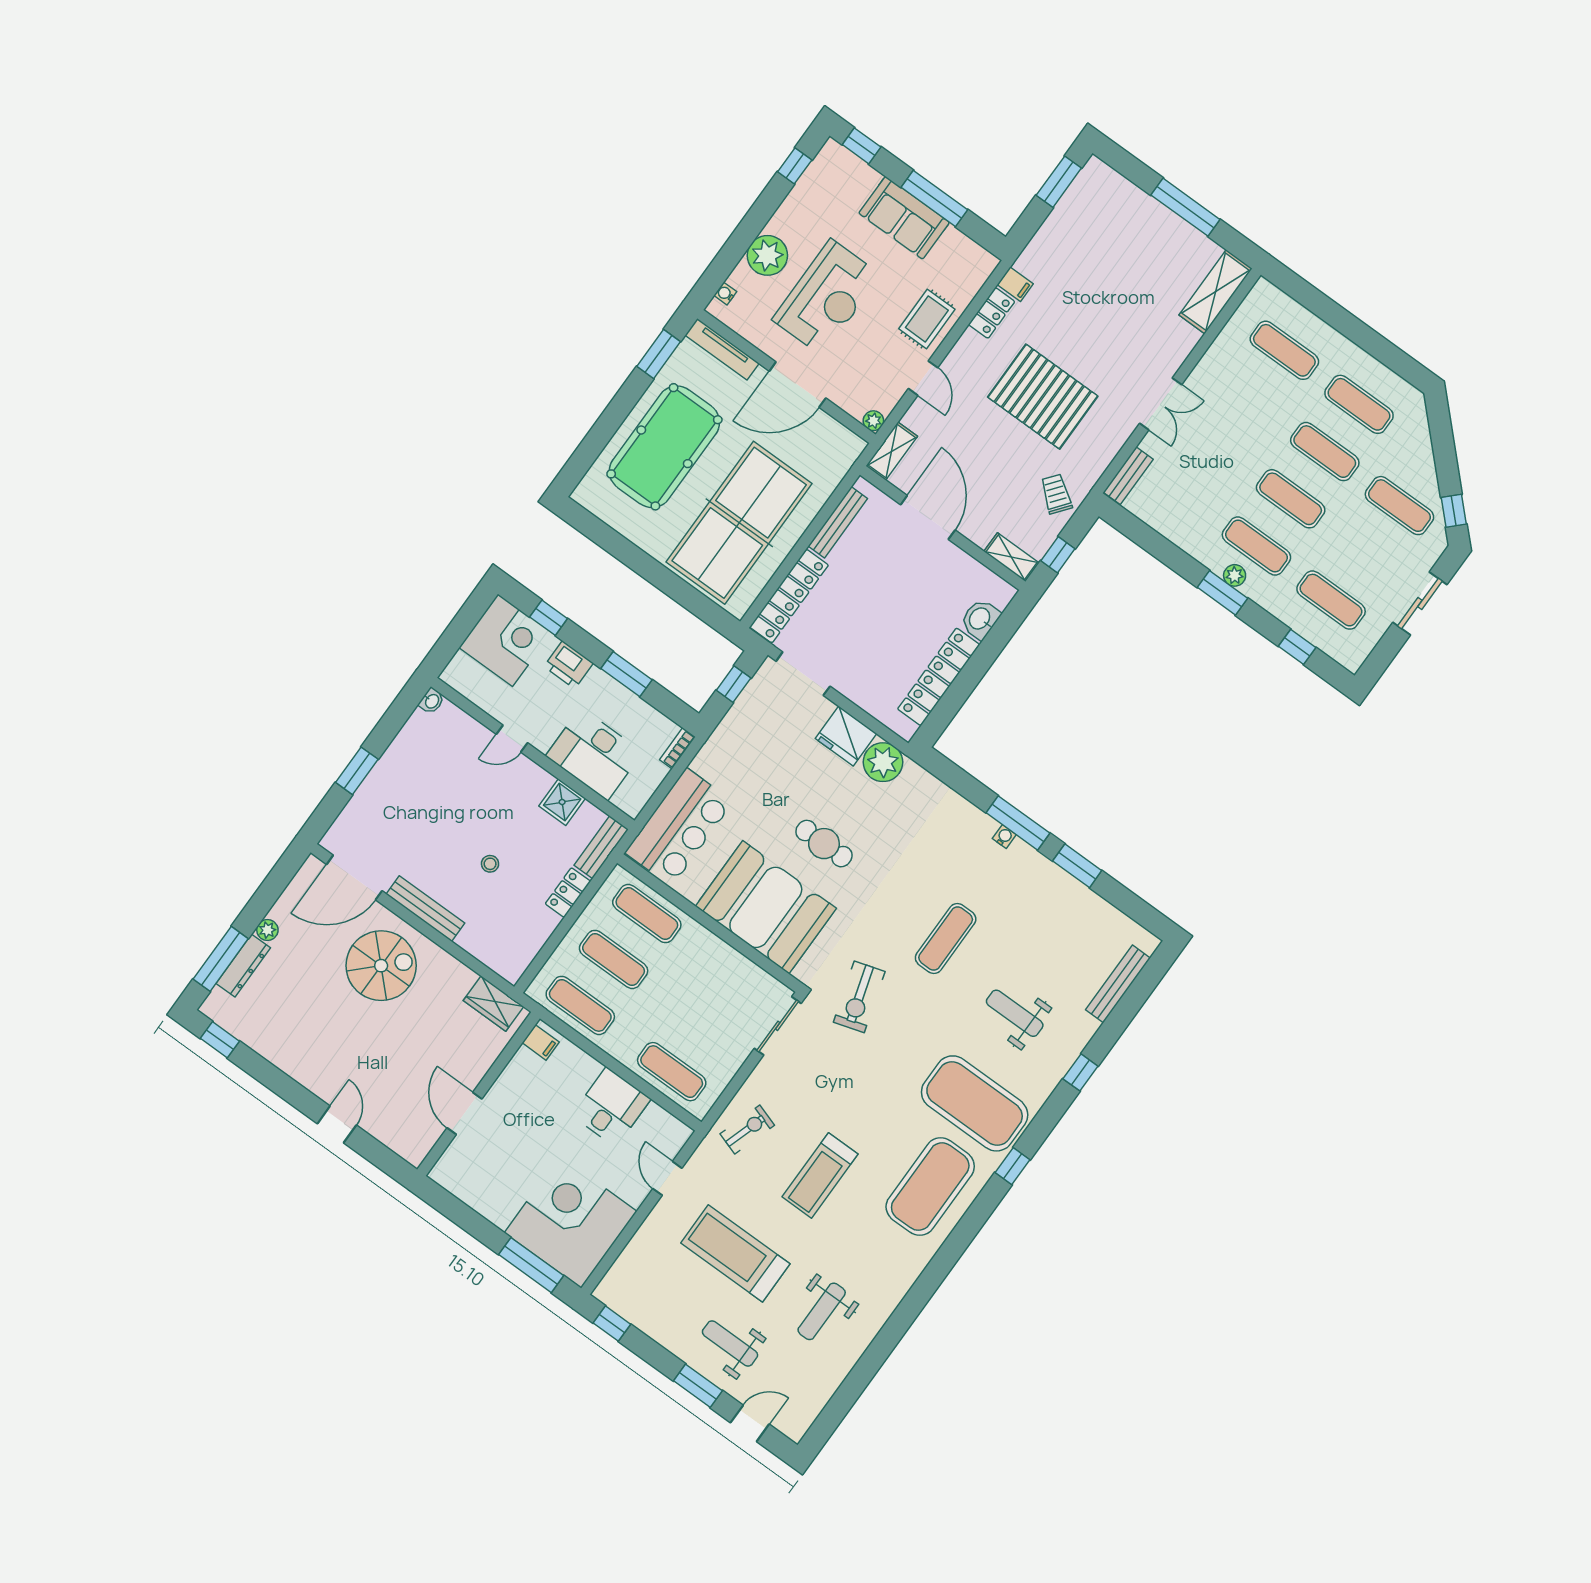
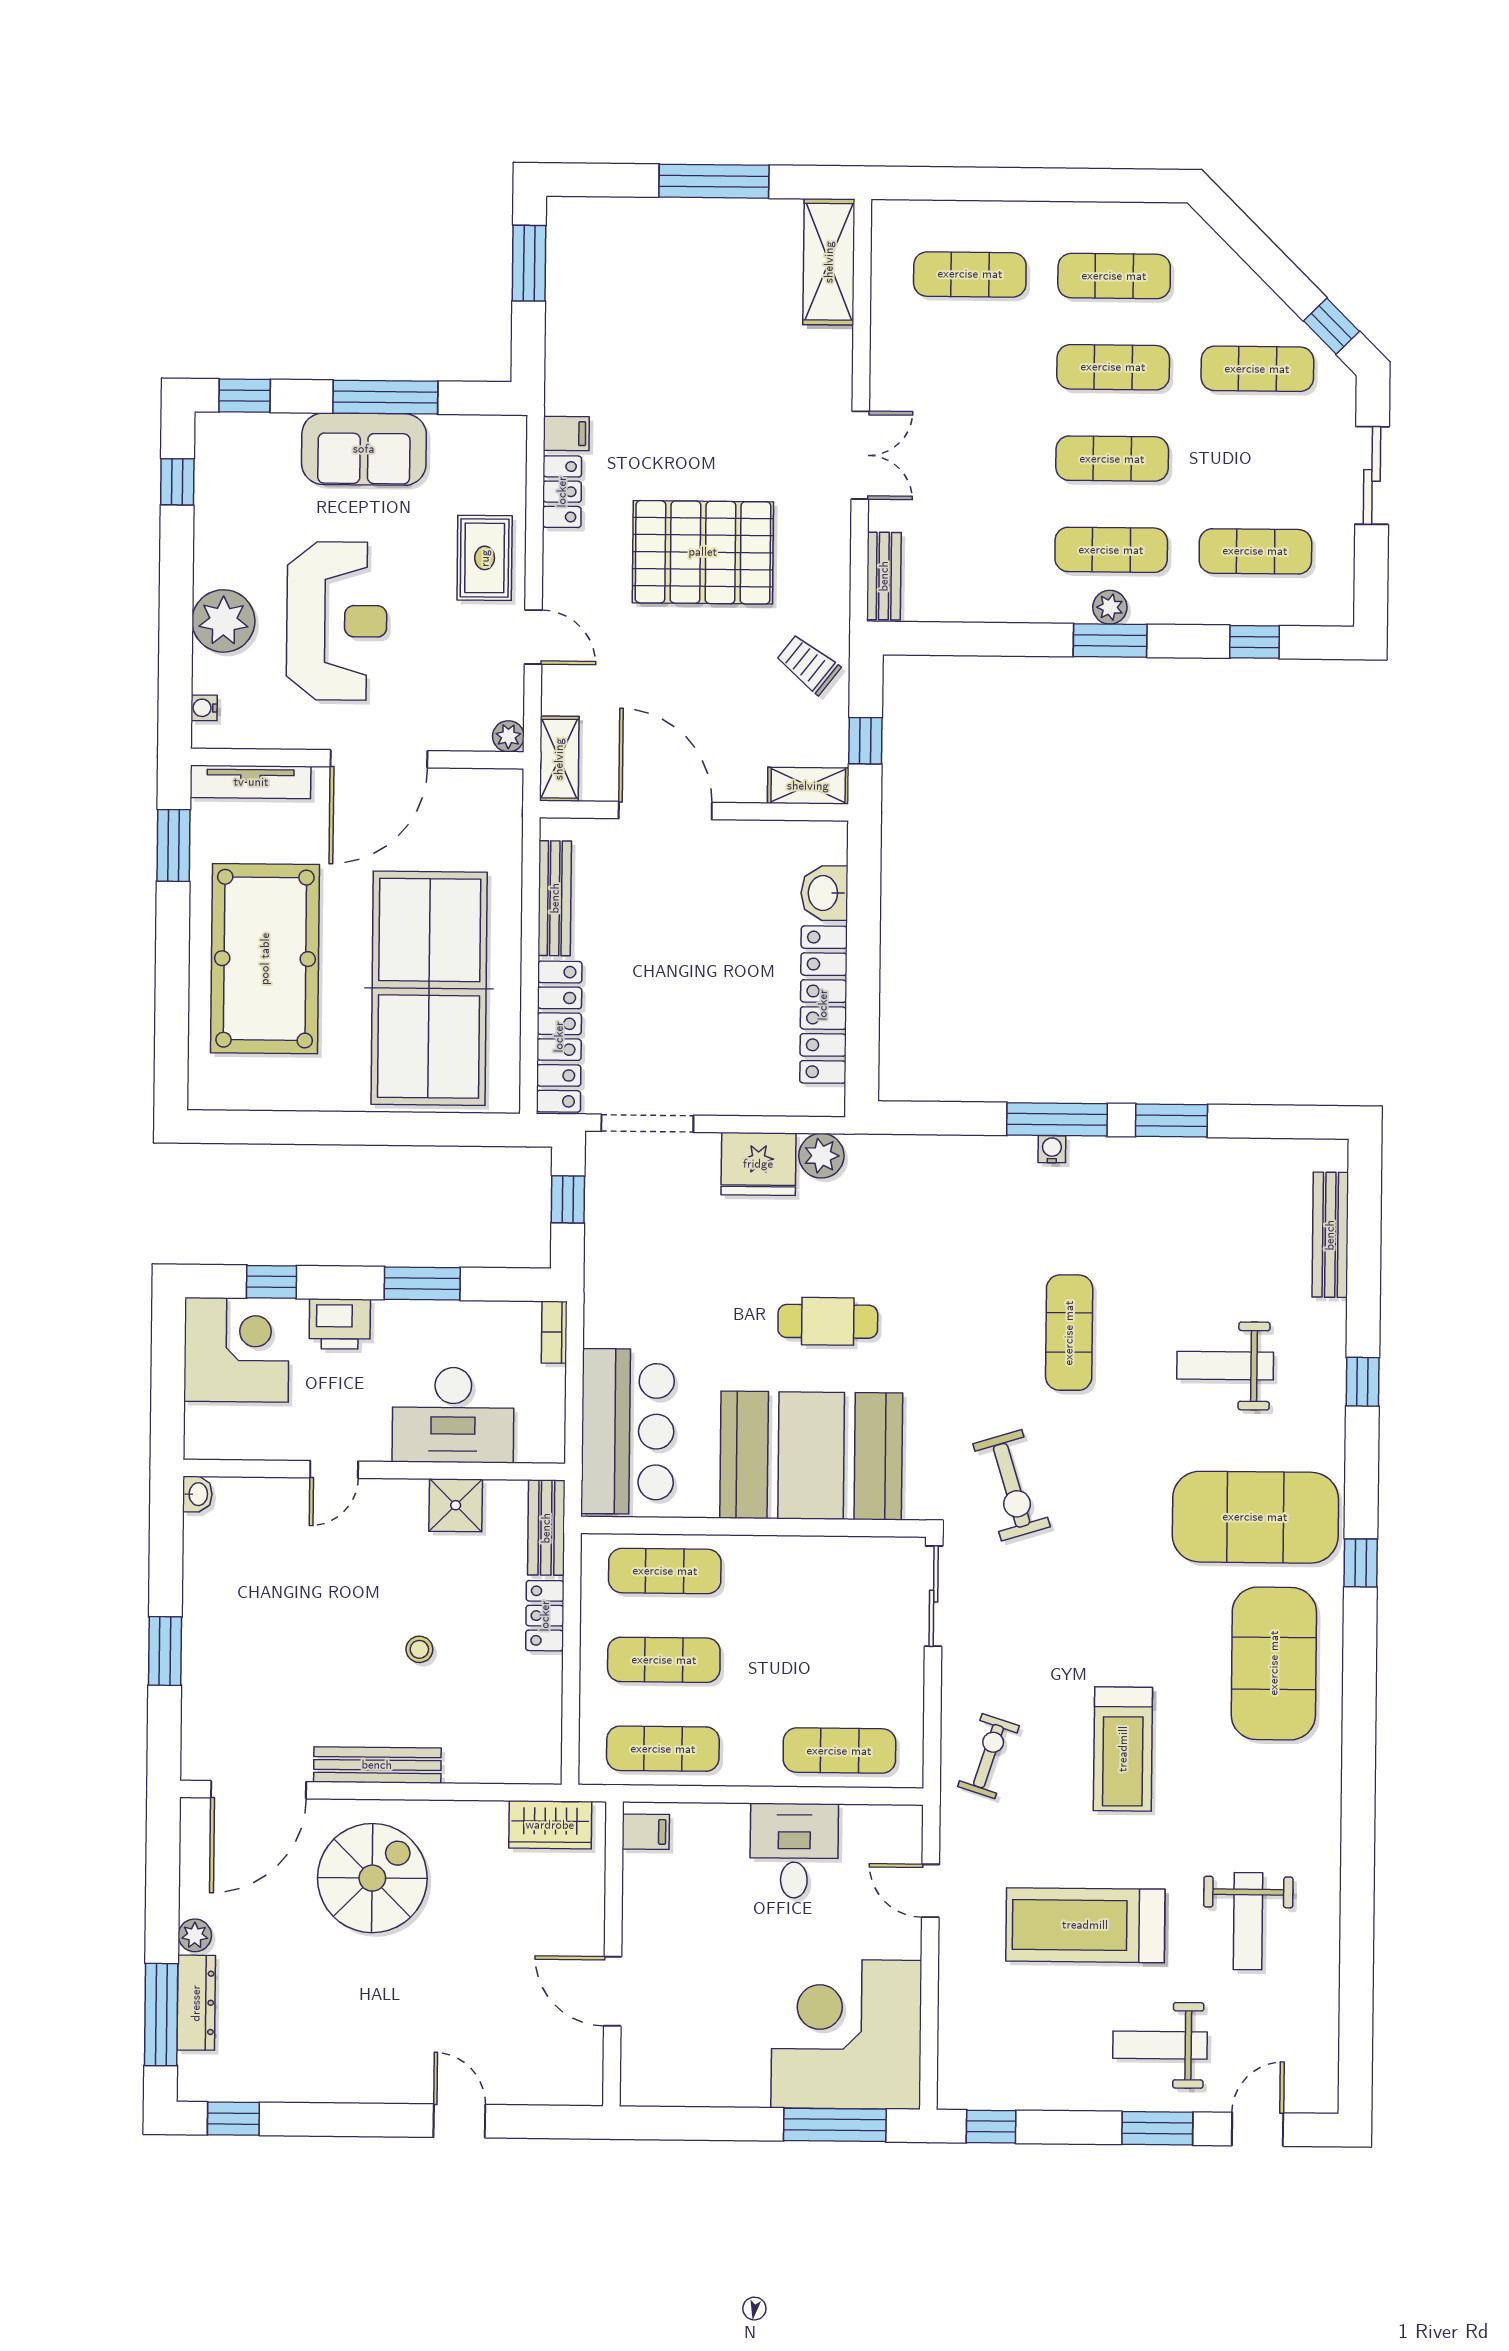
plant: (883, 762) -> (821, 1156), width x0.73, depth x0.73

